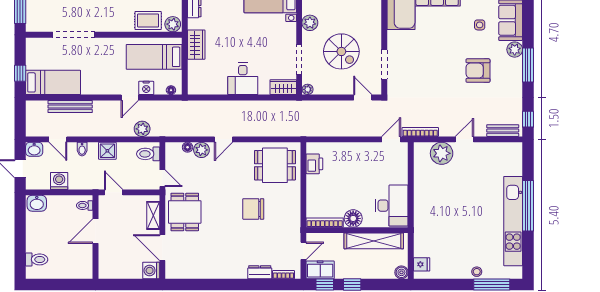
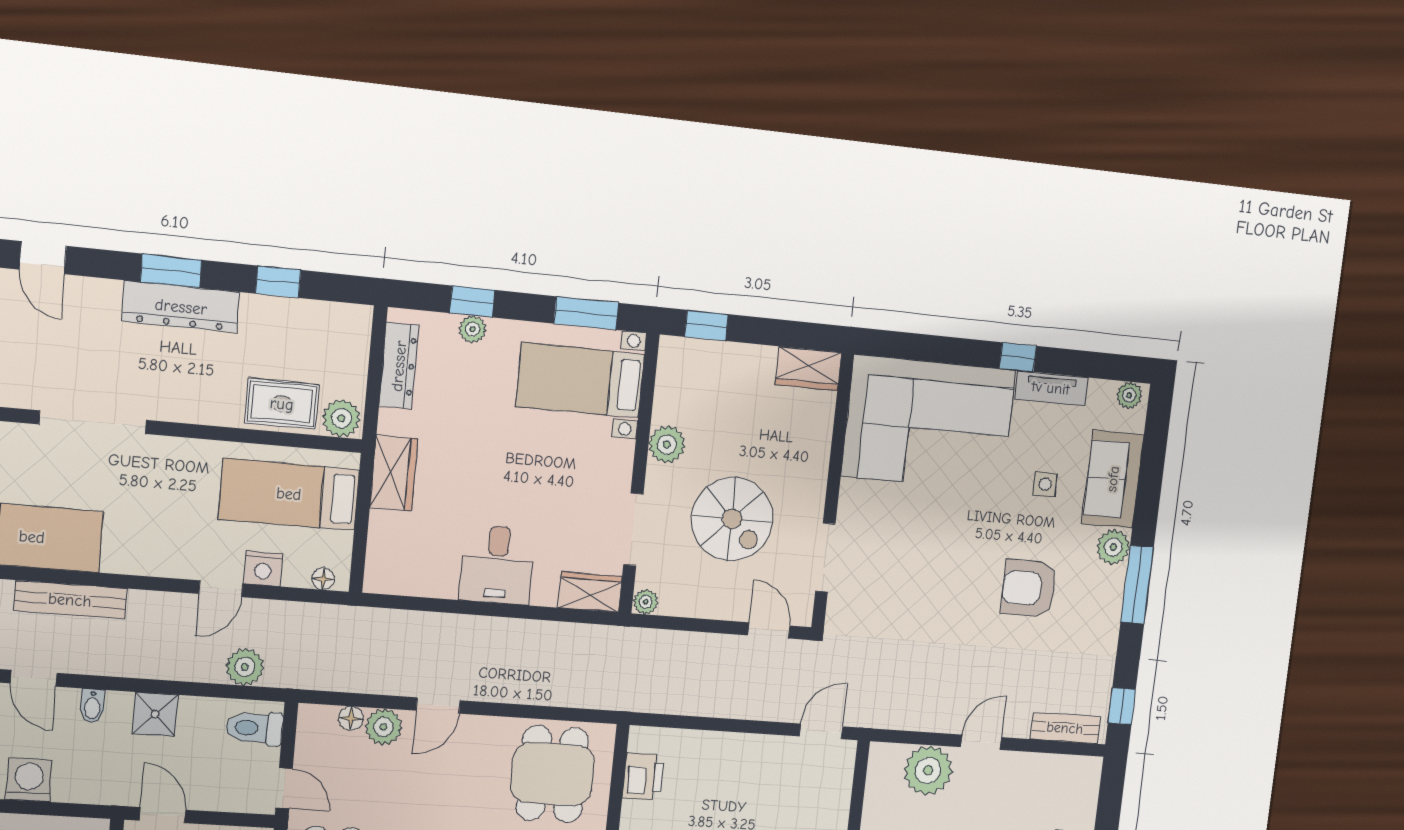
bookcase: (420, 132) -> (887, 719), removed
dining table: (275, 165) -> (552, 774), turned 90

